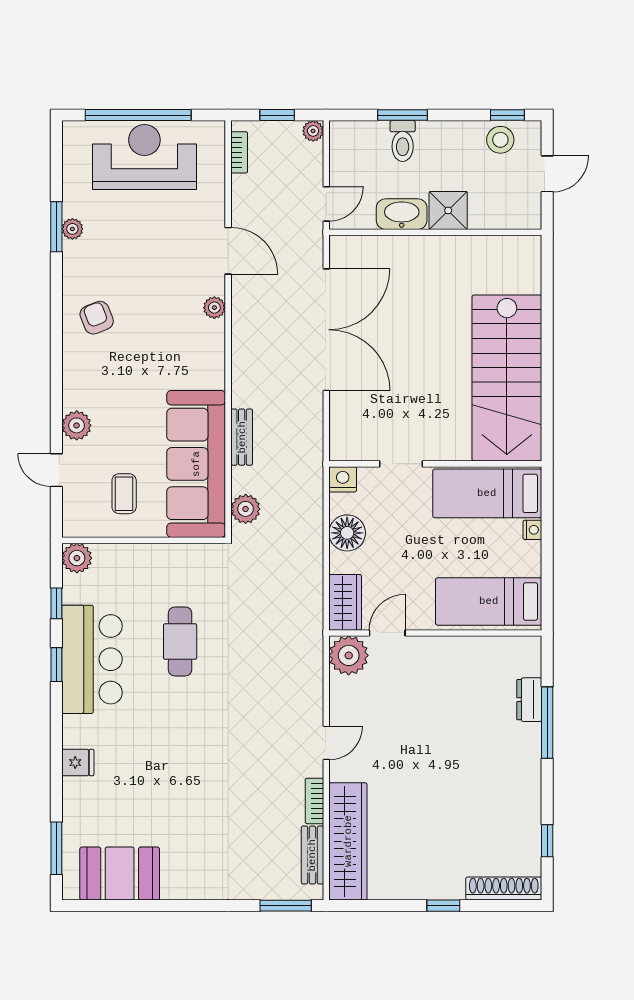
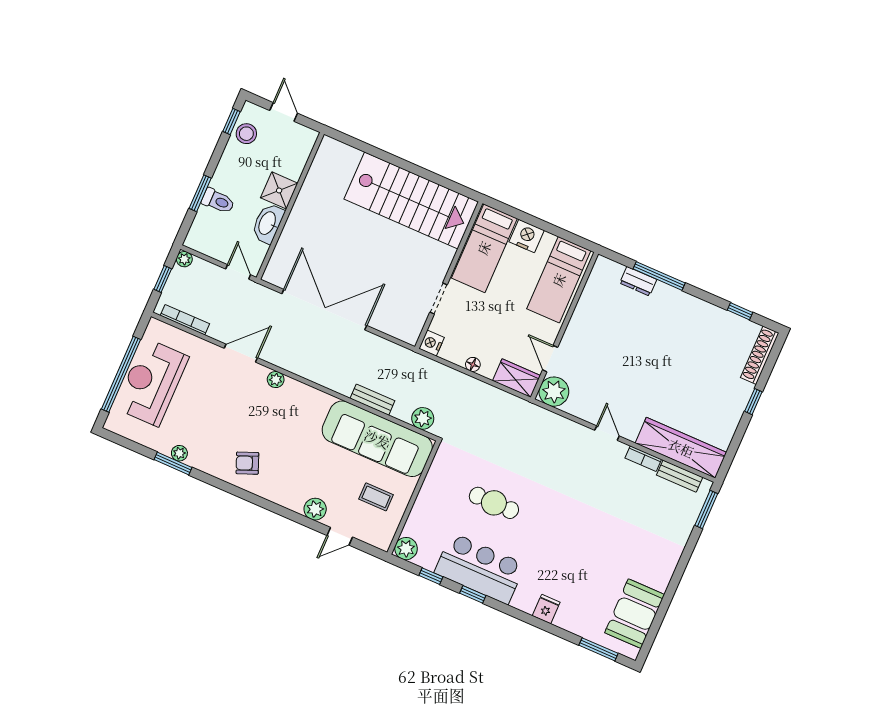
bookcase: (239, 152) -> (185, 320), width x1.56
nightstand: (532, 530) -> (527, 236), width x1.89, depth x1.79
floor lamp: (347, 533) -> (473, 364), width x0.53, depth x0.53

